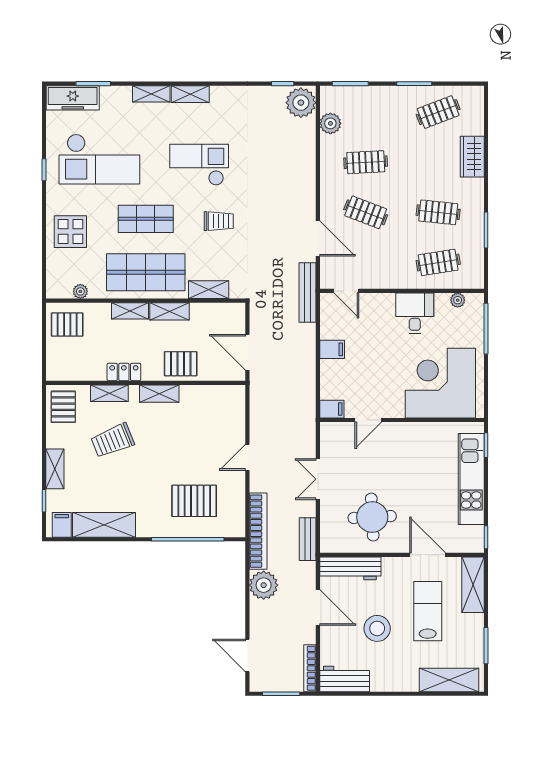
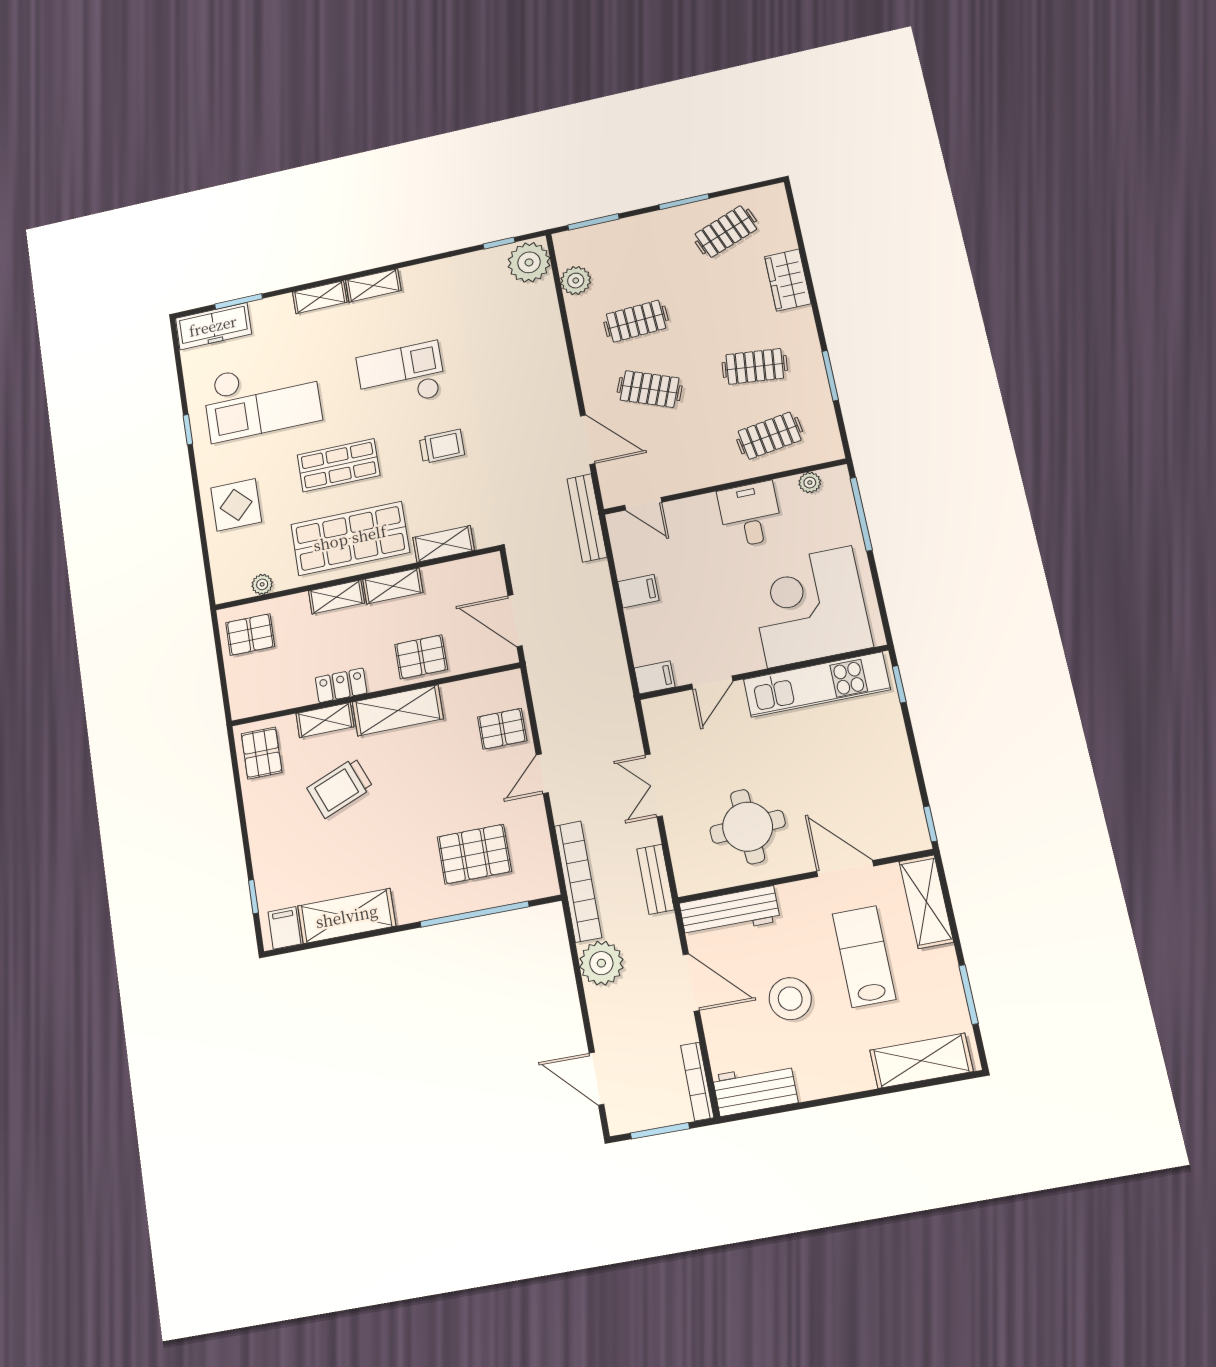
shelving: (159, 394) -> (398, 710), width x1.50, depth x1.33
pallet: (226, 423) -> (502, 729), added
shelving: (55, 469) -> (263, 846), removed
kitchen unit: (471, 479) -> (817, 685), moved, turned -90

